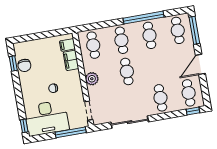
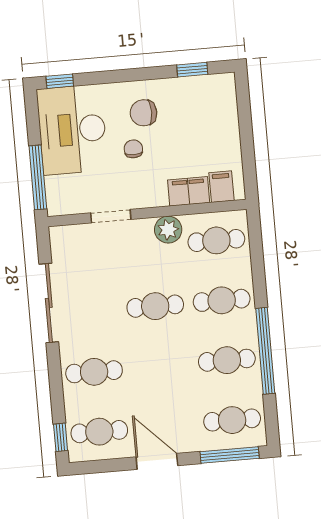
chair: (24, 65) -> (143, 113), moved
plant: (92, 79) -> (168, 230), moved
doorway: (89, 111) -> (111, 216), moved

